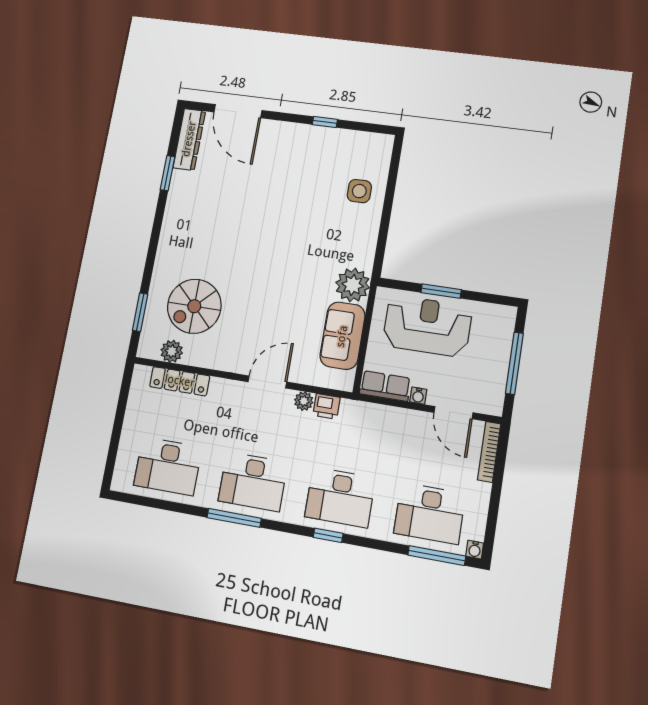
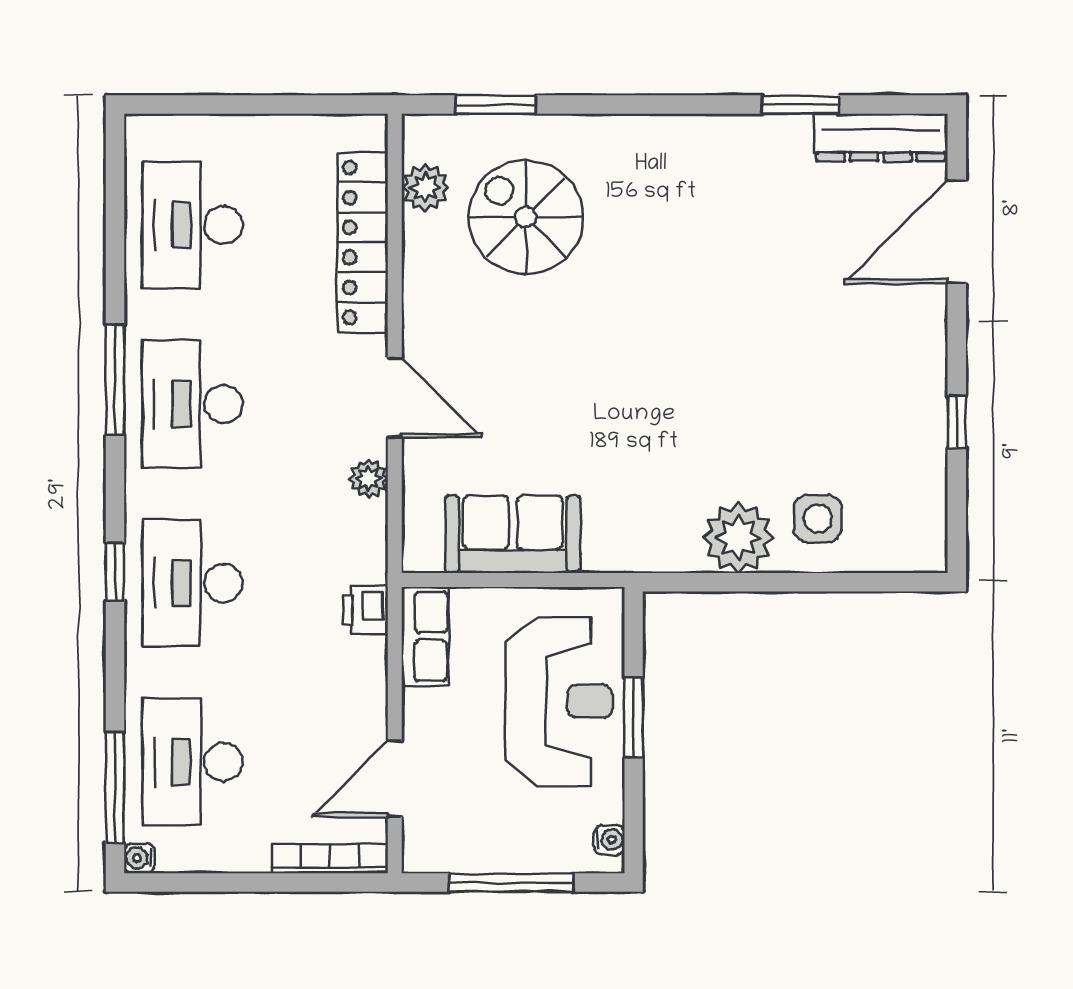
plant: (353, 285) -> (738, 538), moved
locker: (180, 381) -> (362, 242), width x1.41, depth x1.21
water cooler: (418, 396) -> (609, 840), moved, turned 180
printer: (327, 406) -> (365, 610), moved

